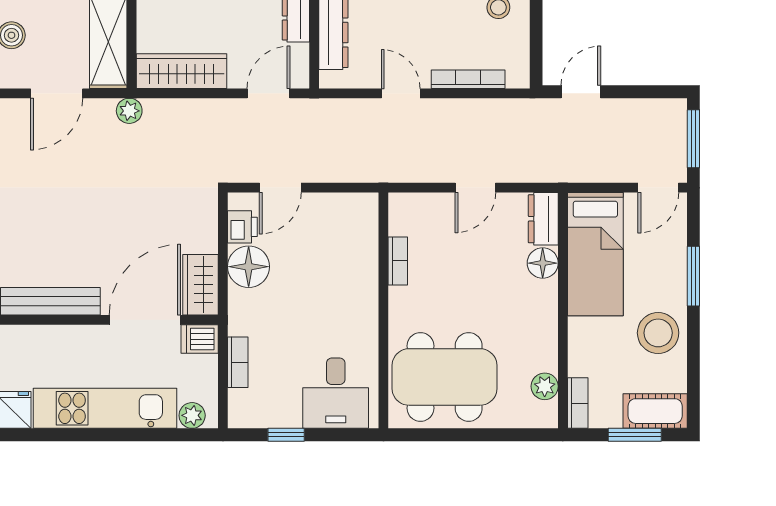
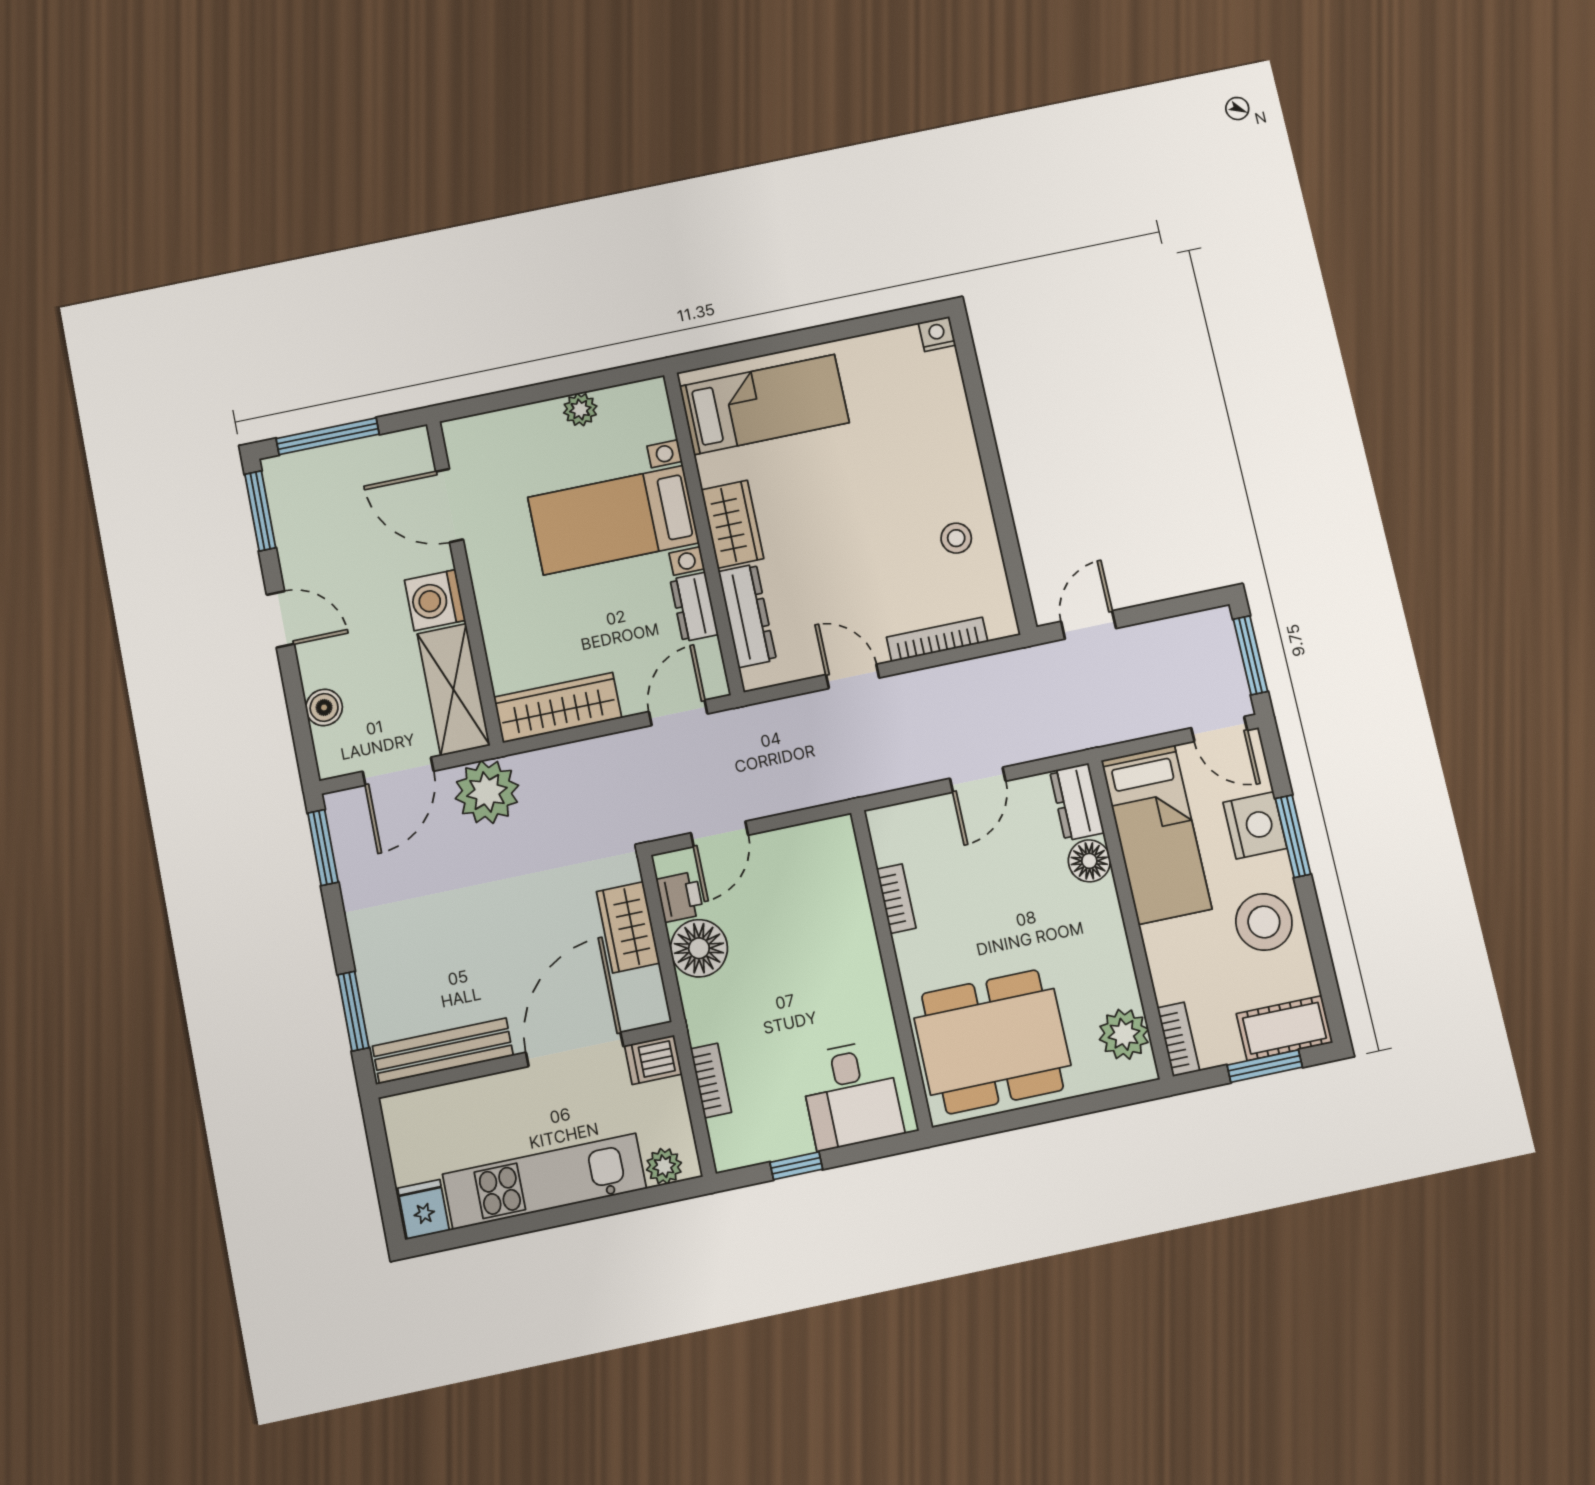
plant: (129, 111) -> (487, 792), width x1.88, depth x1.88
door: (658, 188) -> (1219, 729), hinge flipped
nightstand: (668, 263) -> (1255, 825), added
wardrobe: (201, 285) -> (628, 927), moved
plant: (545, 386) -> (1124, 1034), width x1.38, depth x1.38

